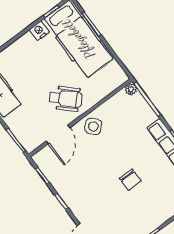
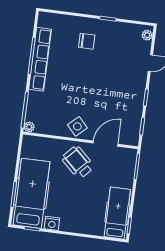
chair: (130, 180) -> (87, 41), moved, turned 90

